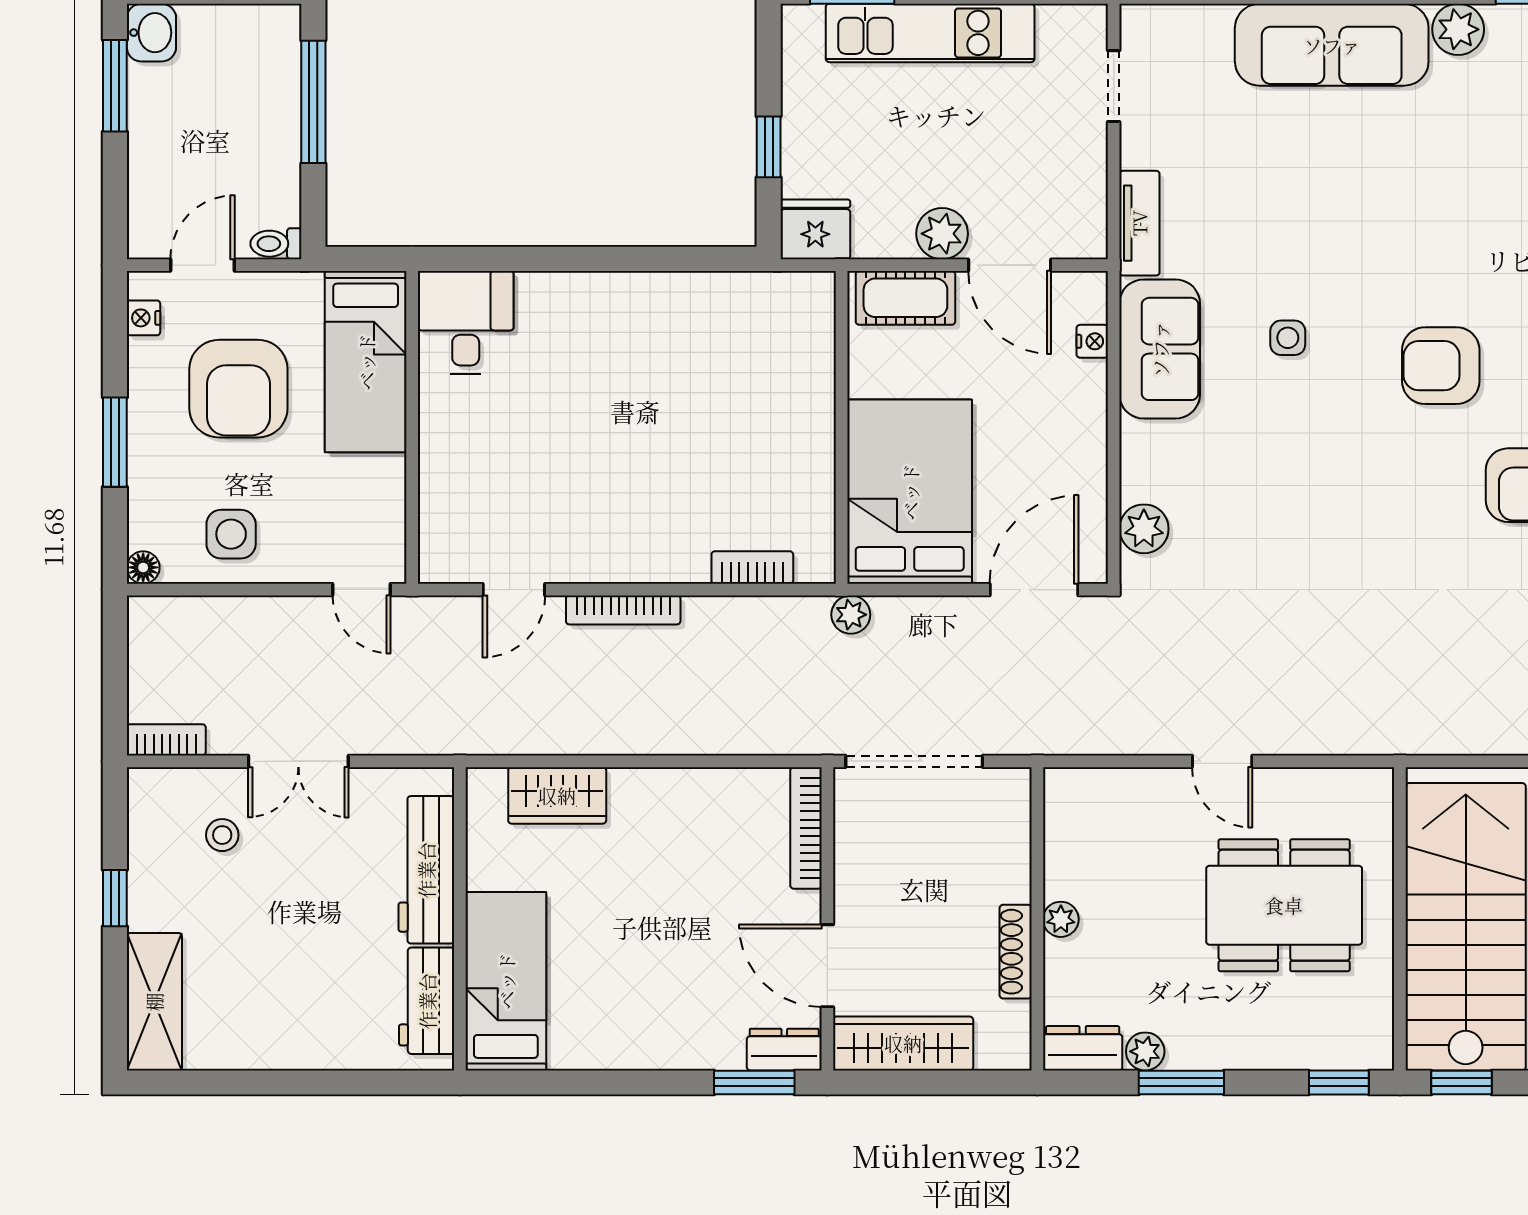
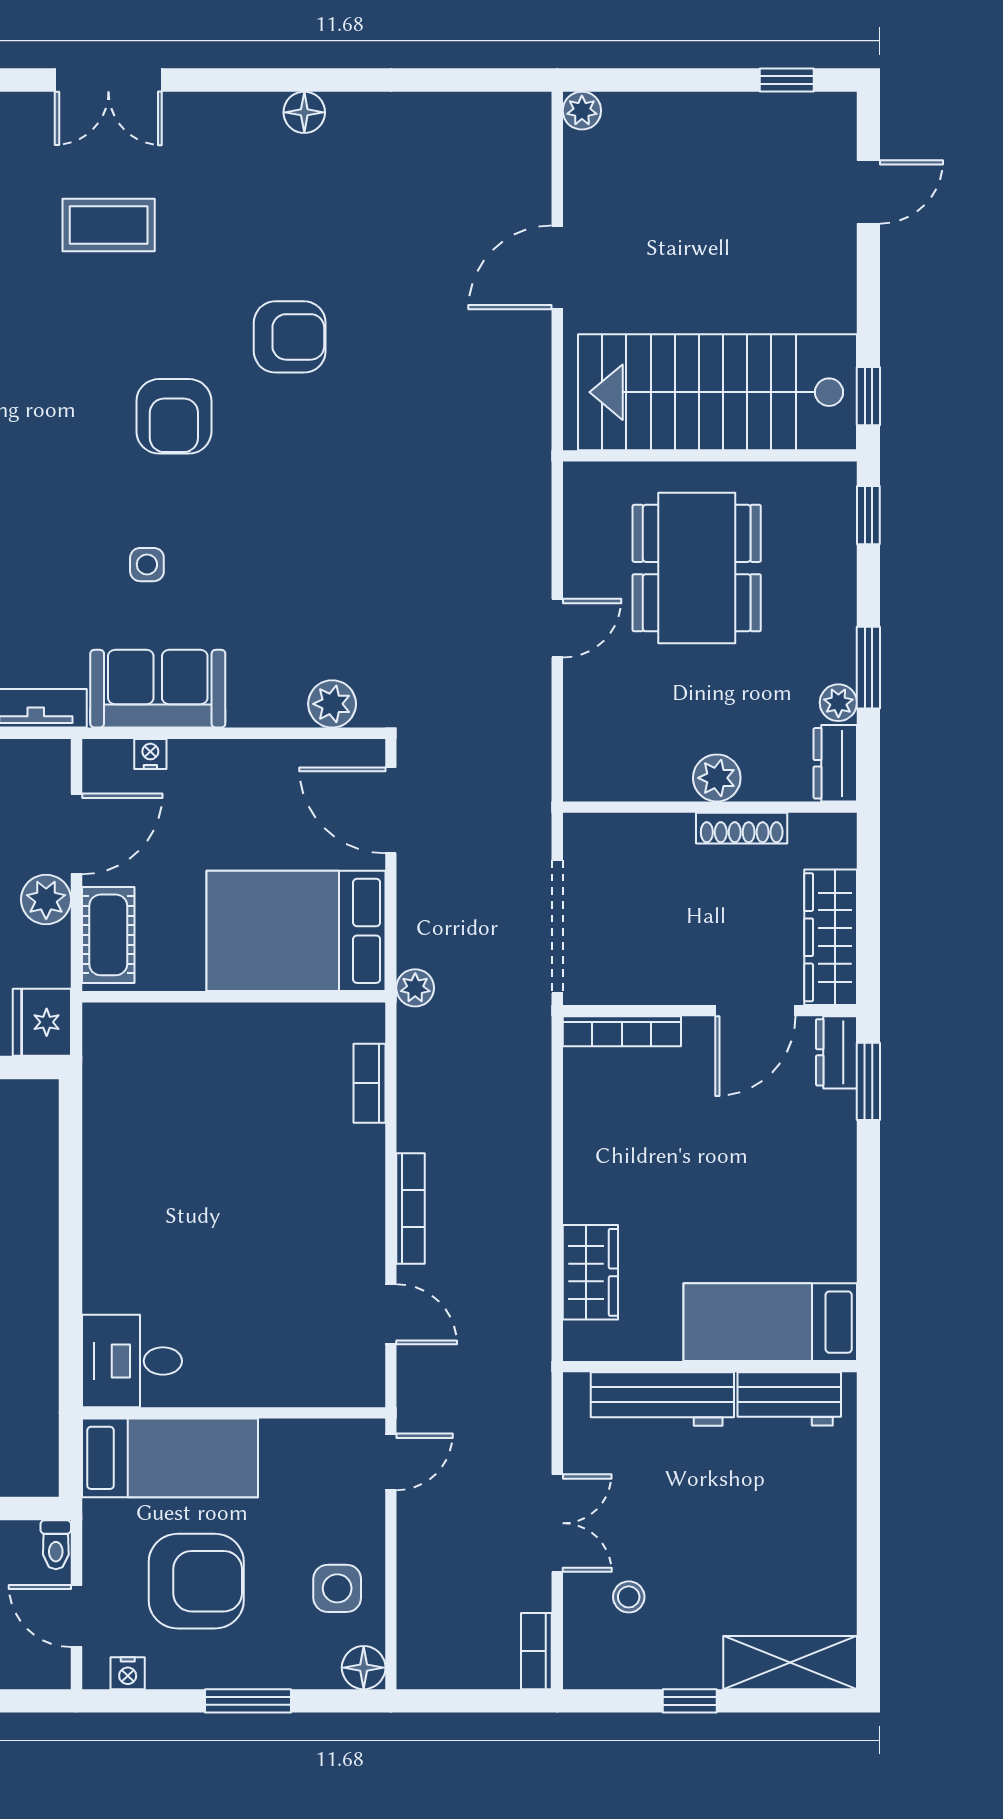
floor lamp: (143, 567) -> (364, 1668), width x1.37, depth x1.37
plant: (1061, 919) -> (717, 778), width x1.38, depth x1.38

